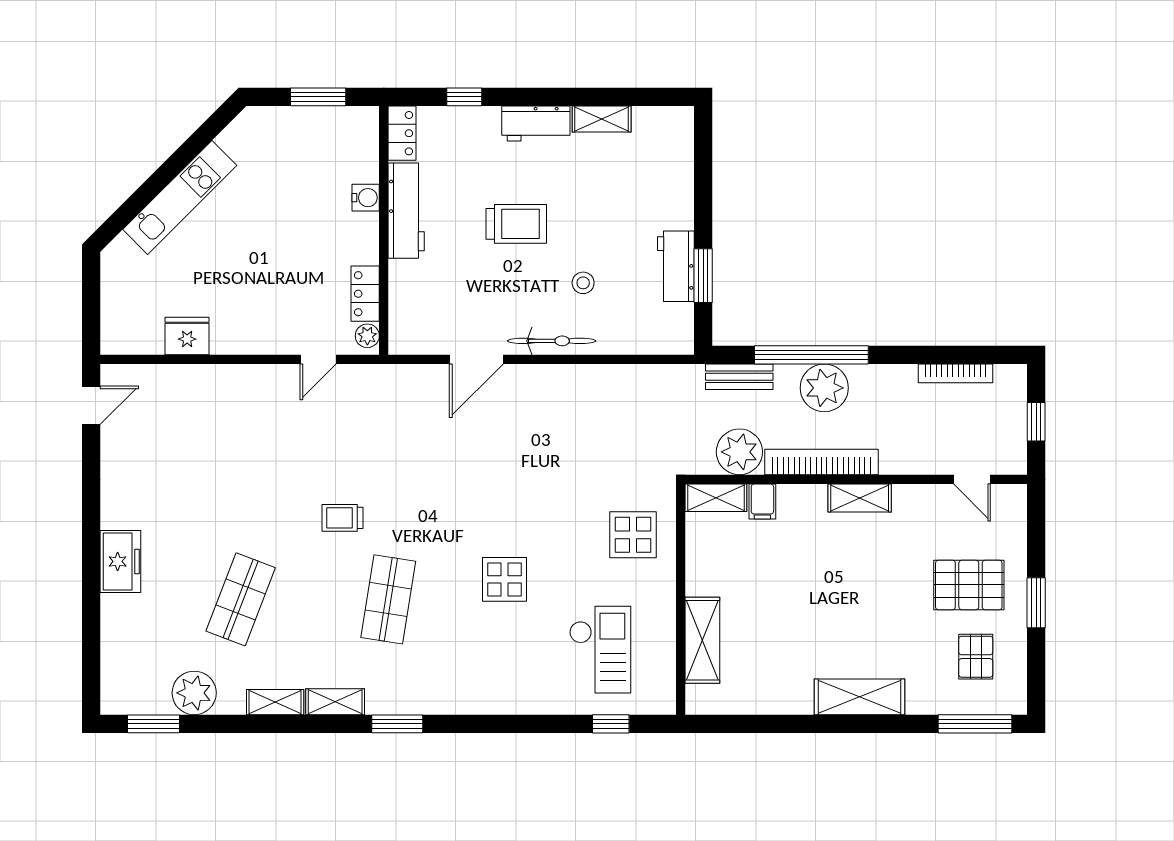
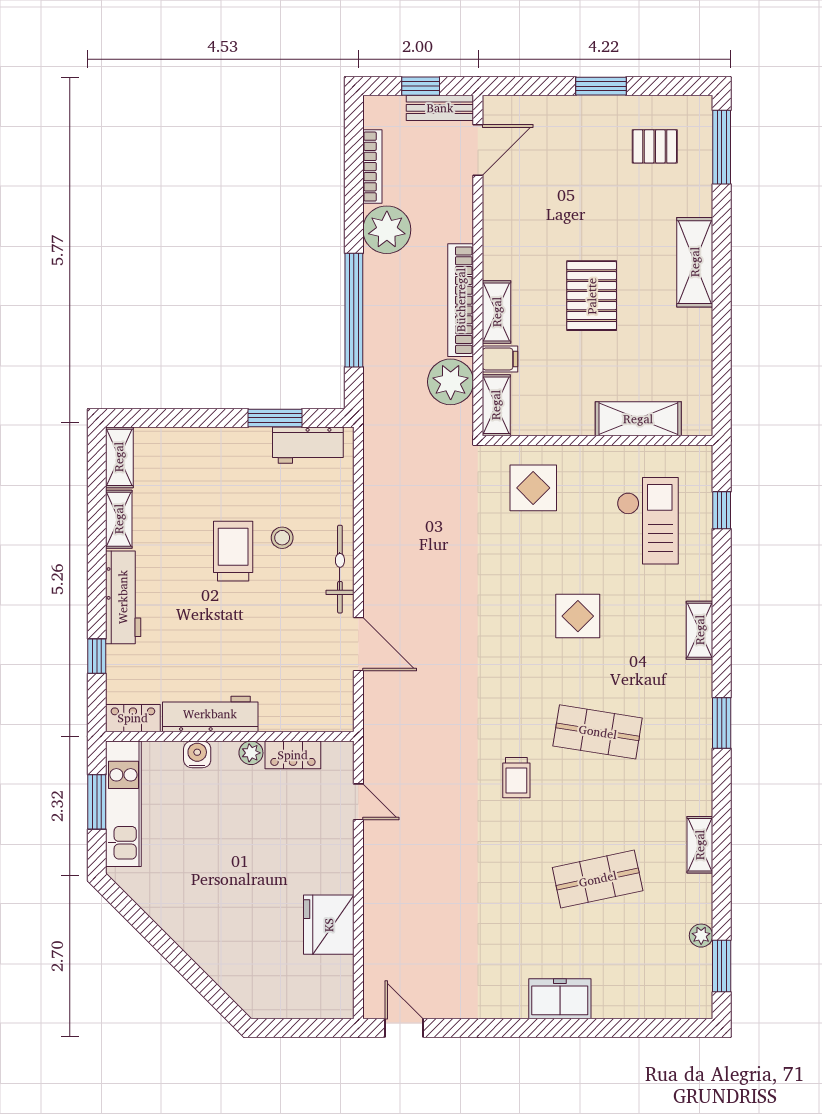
shelving: (664, 120) -> (119, 457), added
workbench: (536, 123) -> (123, 597), width x1.38
kitchen unit: (180, 197) -> (123, 804), moved, turned 45
trolley: (516, 224) -> (233, 551), moved
workbench: (676, 266) -> (308, 445), moved
fridge: (187, 336) -> (329, 925), width x1.36, depth x1.34
plant: (367, 336) -> (251, 753), moved
bench: (739, 377) -> (440, 108), moved, turned 90
plant: (824, 388) -> (387, 230), moved
door: (972, 479) -> (478, 150), width x1.38
shelving: (860, 498) -> (497, 312), moved
pallet: (969, 585) -> (592, 296), moved
shop shelf: (241, 599) -> (598, 879), turned -33
checkout: (600, 650) -> (648, 521), turned 90
plant: (194, 693) -> (701, 936), width x0.53, depth x0.53
shelving: (335, 702) -> (700, 630), moved

